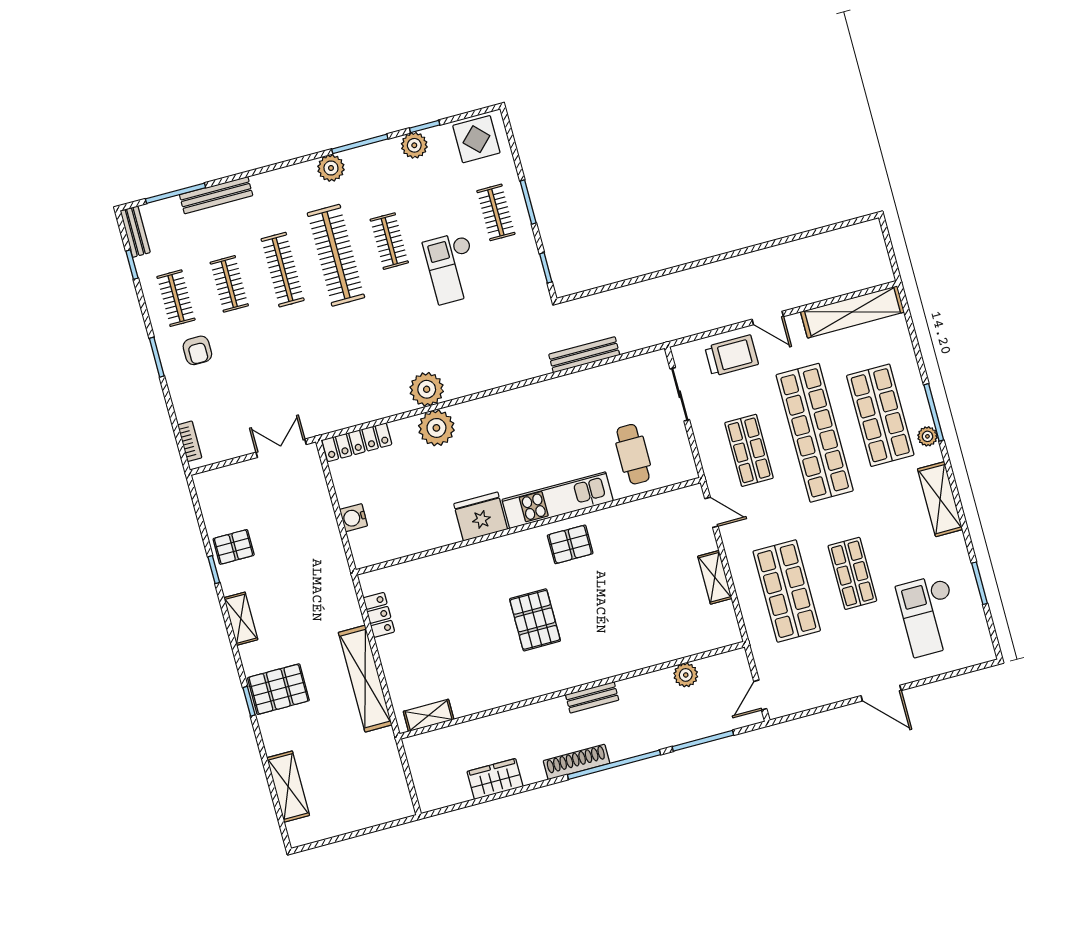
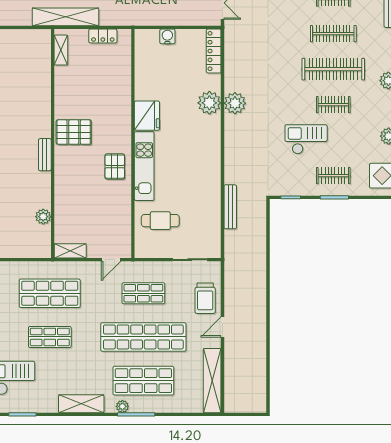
plant: (686, 675) -> (43, 217), moved
wall: (572, 690) -> (53, 143), moved
bench: (592, 697) -> (45, 155), moved
shelving: (429, 715) -> (61, 50), moved

